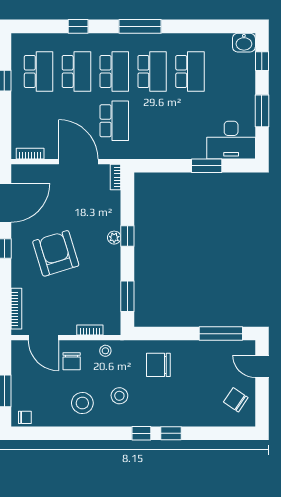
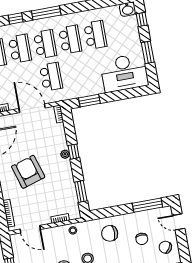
window: (140, 26) -> (46, 13), moved
desk: (231, 140) -> (124, 73), width x1.36, depth x1.30
window: (207, 166) -> (89, 101), moved
chair: (72, 361) -> (142, 239), moved

